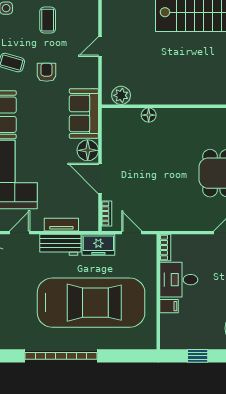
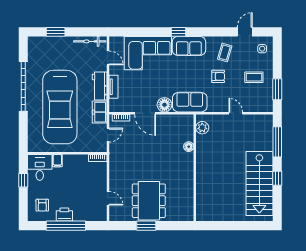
door: (100, 178) -> (145, 113), swing flipped
desk: (179, 280) -> (40, 167), moved

